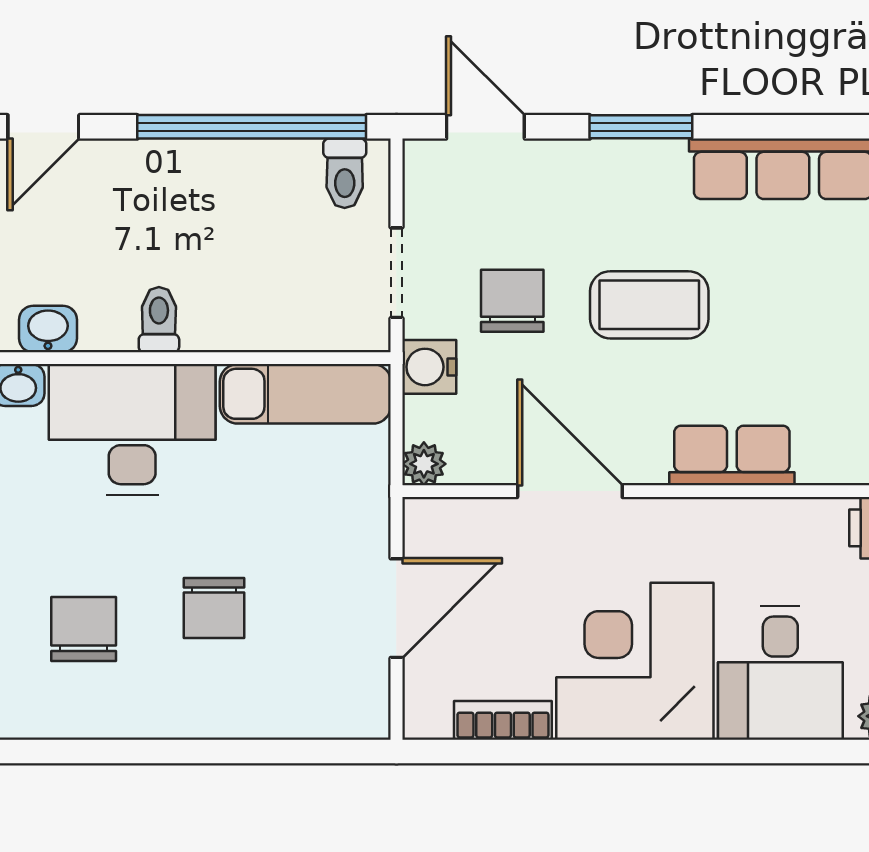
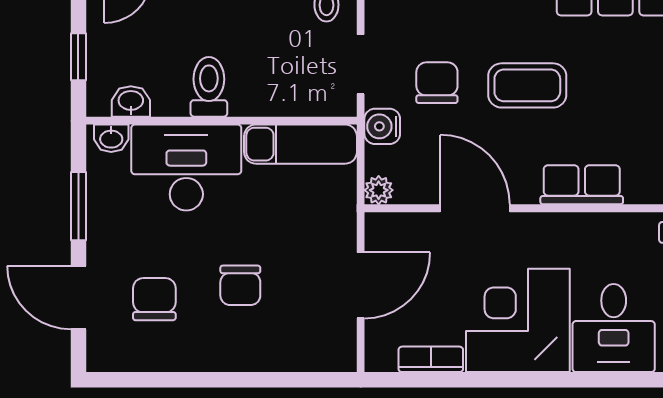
toilet: (159, 320) -> (209, 87), width x1.37, depth x1.39

